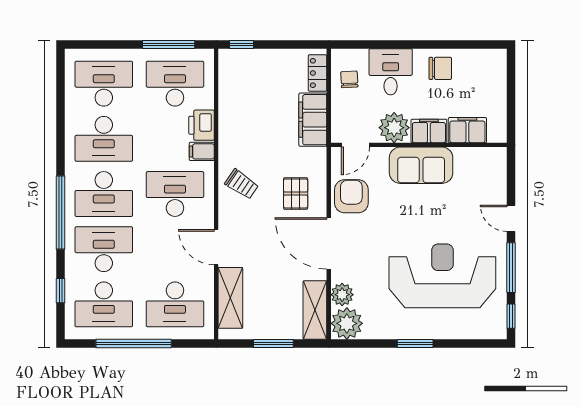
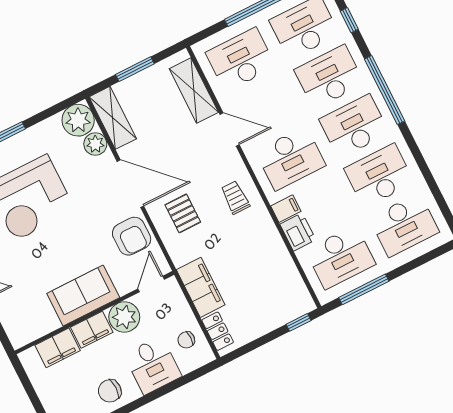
chair: (349, 79) -> (186, 340), turned 93
trolley: (242, 184) -> (235, 197), turned 56
desk: (104, 249) -> (329, 77), turned 180

